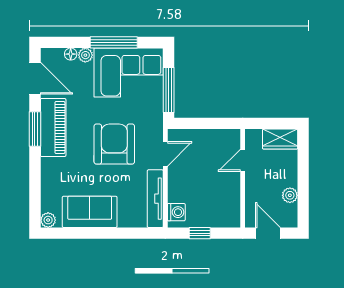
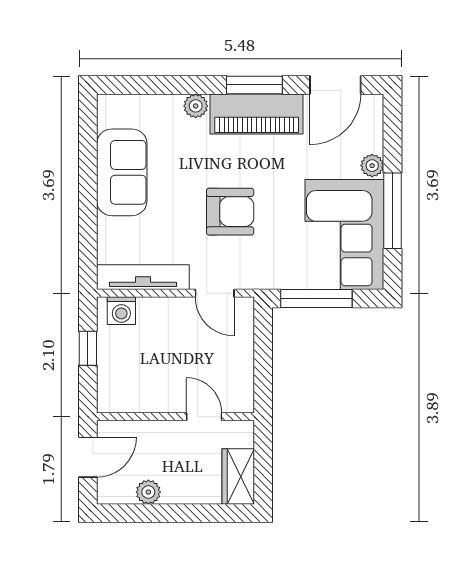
floor lamp: (71, 54) -> (374, 142), removed
armchair: (114, 144) -> (230, 212), width x0.73, depth x0.73
plant: (48, 220) -> (196, 106), moved

